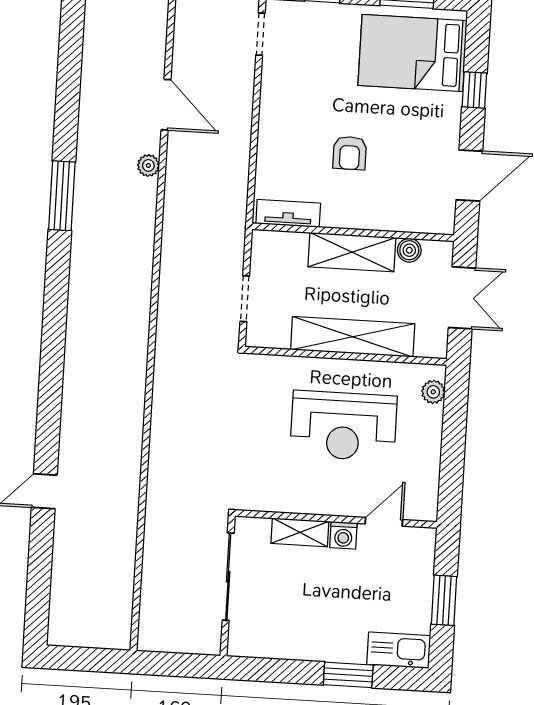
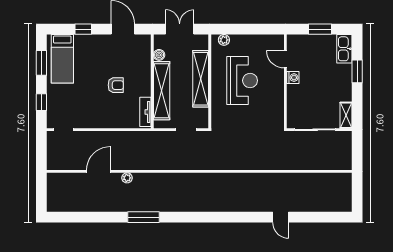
bed: (413, 53) -> (62, 59), width x0.67
shelving: (352, 252) -> (162, 91), width x1.47
shelving: (300, 532) -> (346, 115), moved

